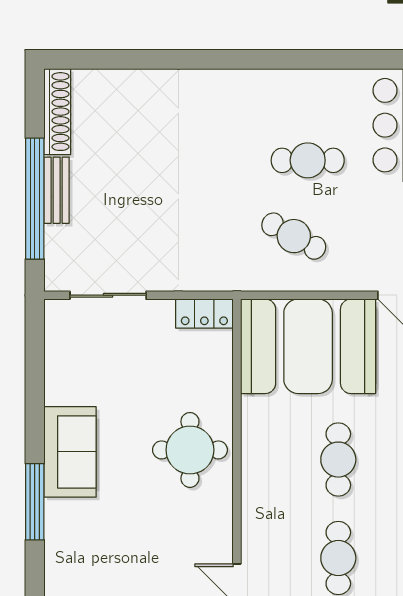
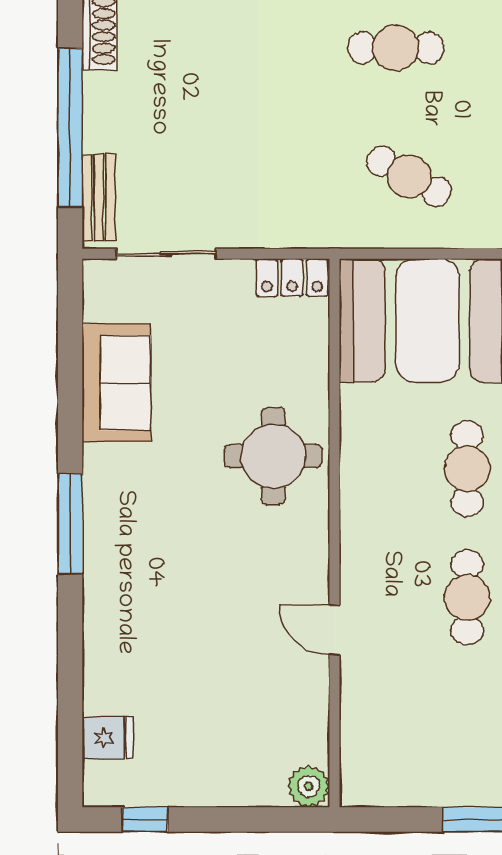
cafe table: (308, 160) -> (396, 48), moved
bench: (57, 190) -> (99, 198), moved
sofa: (70, 452) -> (116, 383), moved

